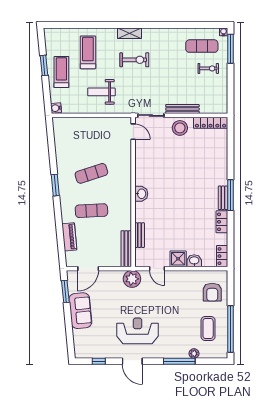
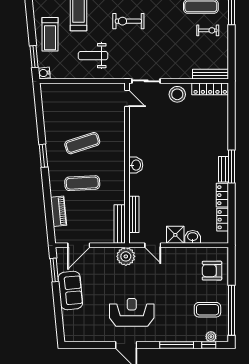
exercise bike: (134, 60) -> (128, 21), turned 180
window: (44, 65) -> (34, 57), moved
treadmill: (61, 72) -> (50, 34), turned 180
bench: (182, 109) -> (211, 74), moved
bench: (140, 235) -> (134, 214), width x1.36
locker: (222, 256) -> (223, 220), moved
armchair: (212, 292) -> (212, 271), turned 90
coffee table: (208, 329) -> (207, 310), turned 90
plant: (194, 354) -> (211, 337), moved
window: (99, 361) -> (209, 345), moved

